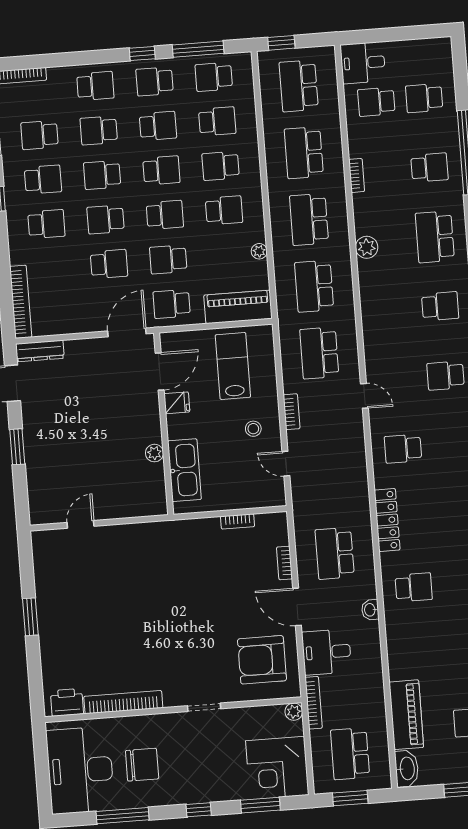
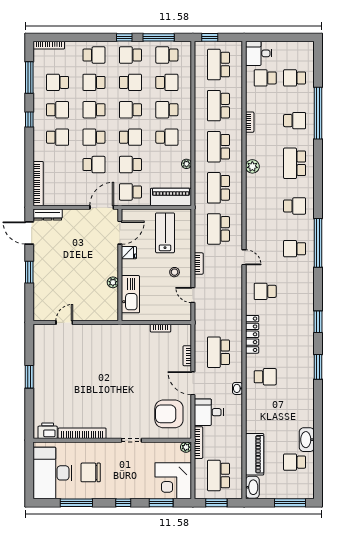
school desk: (161, 170) -> (130, 110), turned 180
chair: (142, 765) -> (91, 472), turned 180

